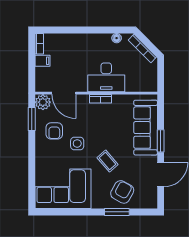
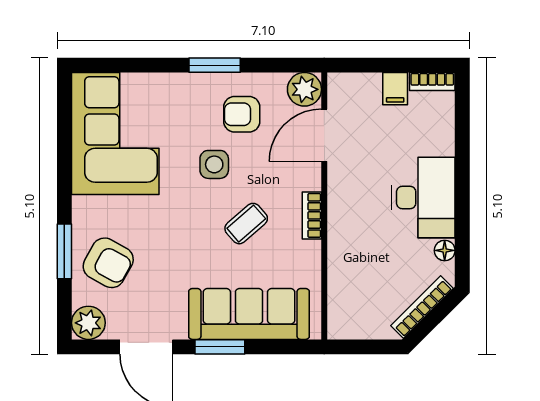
desk: (106, 77) -> (423, 198), moved, turned 180
window: (32, 119) -> (215, 65), moved
coffee table: (108, 161) -> (246, 224), moved
plant: (150, 201) -> (88, 323), added

